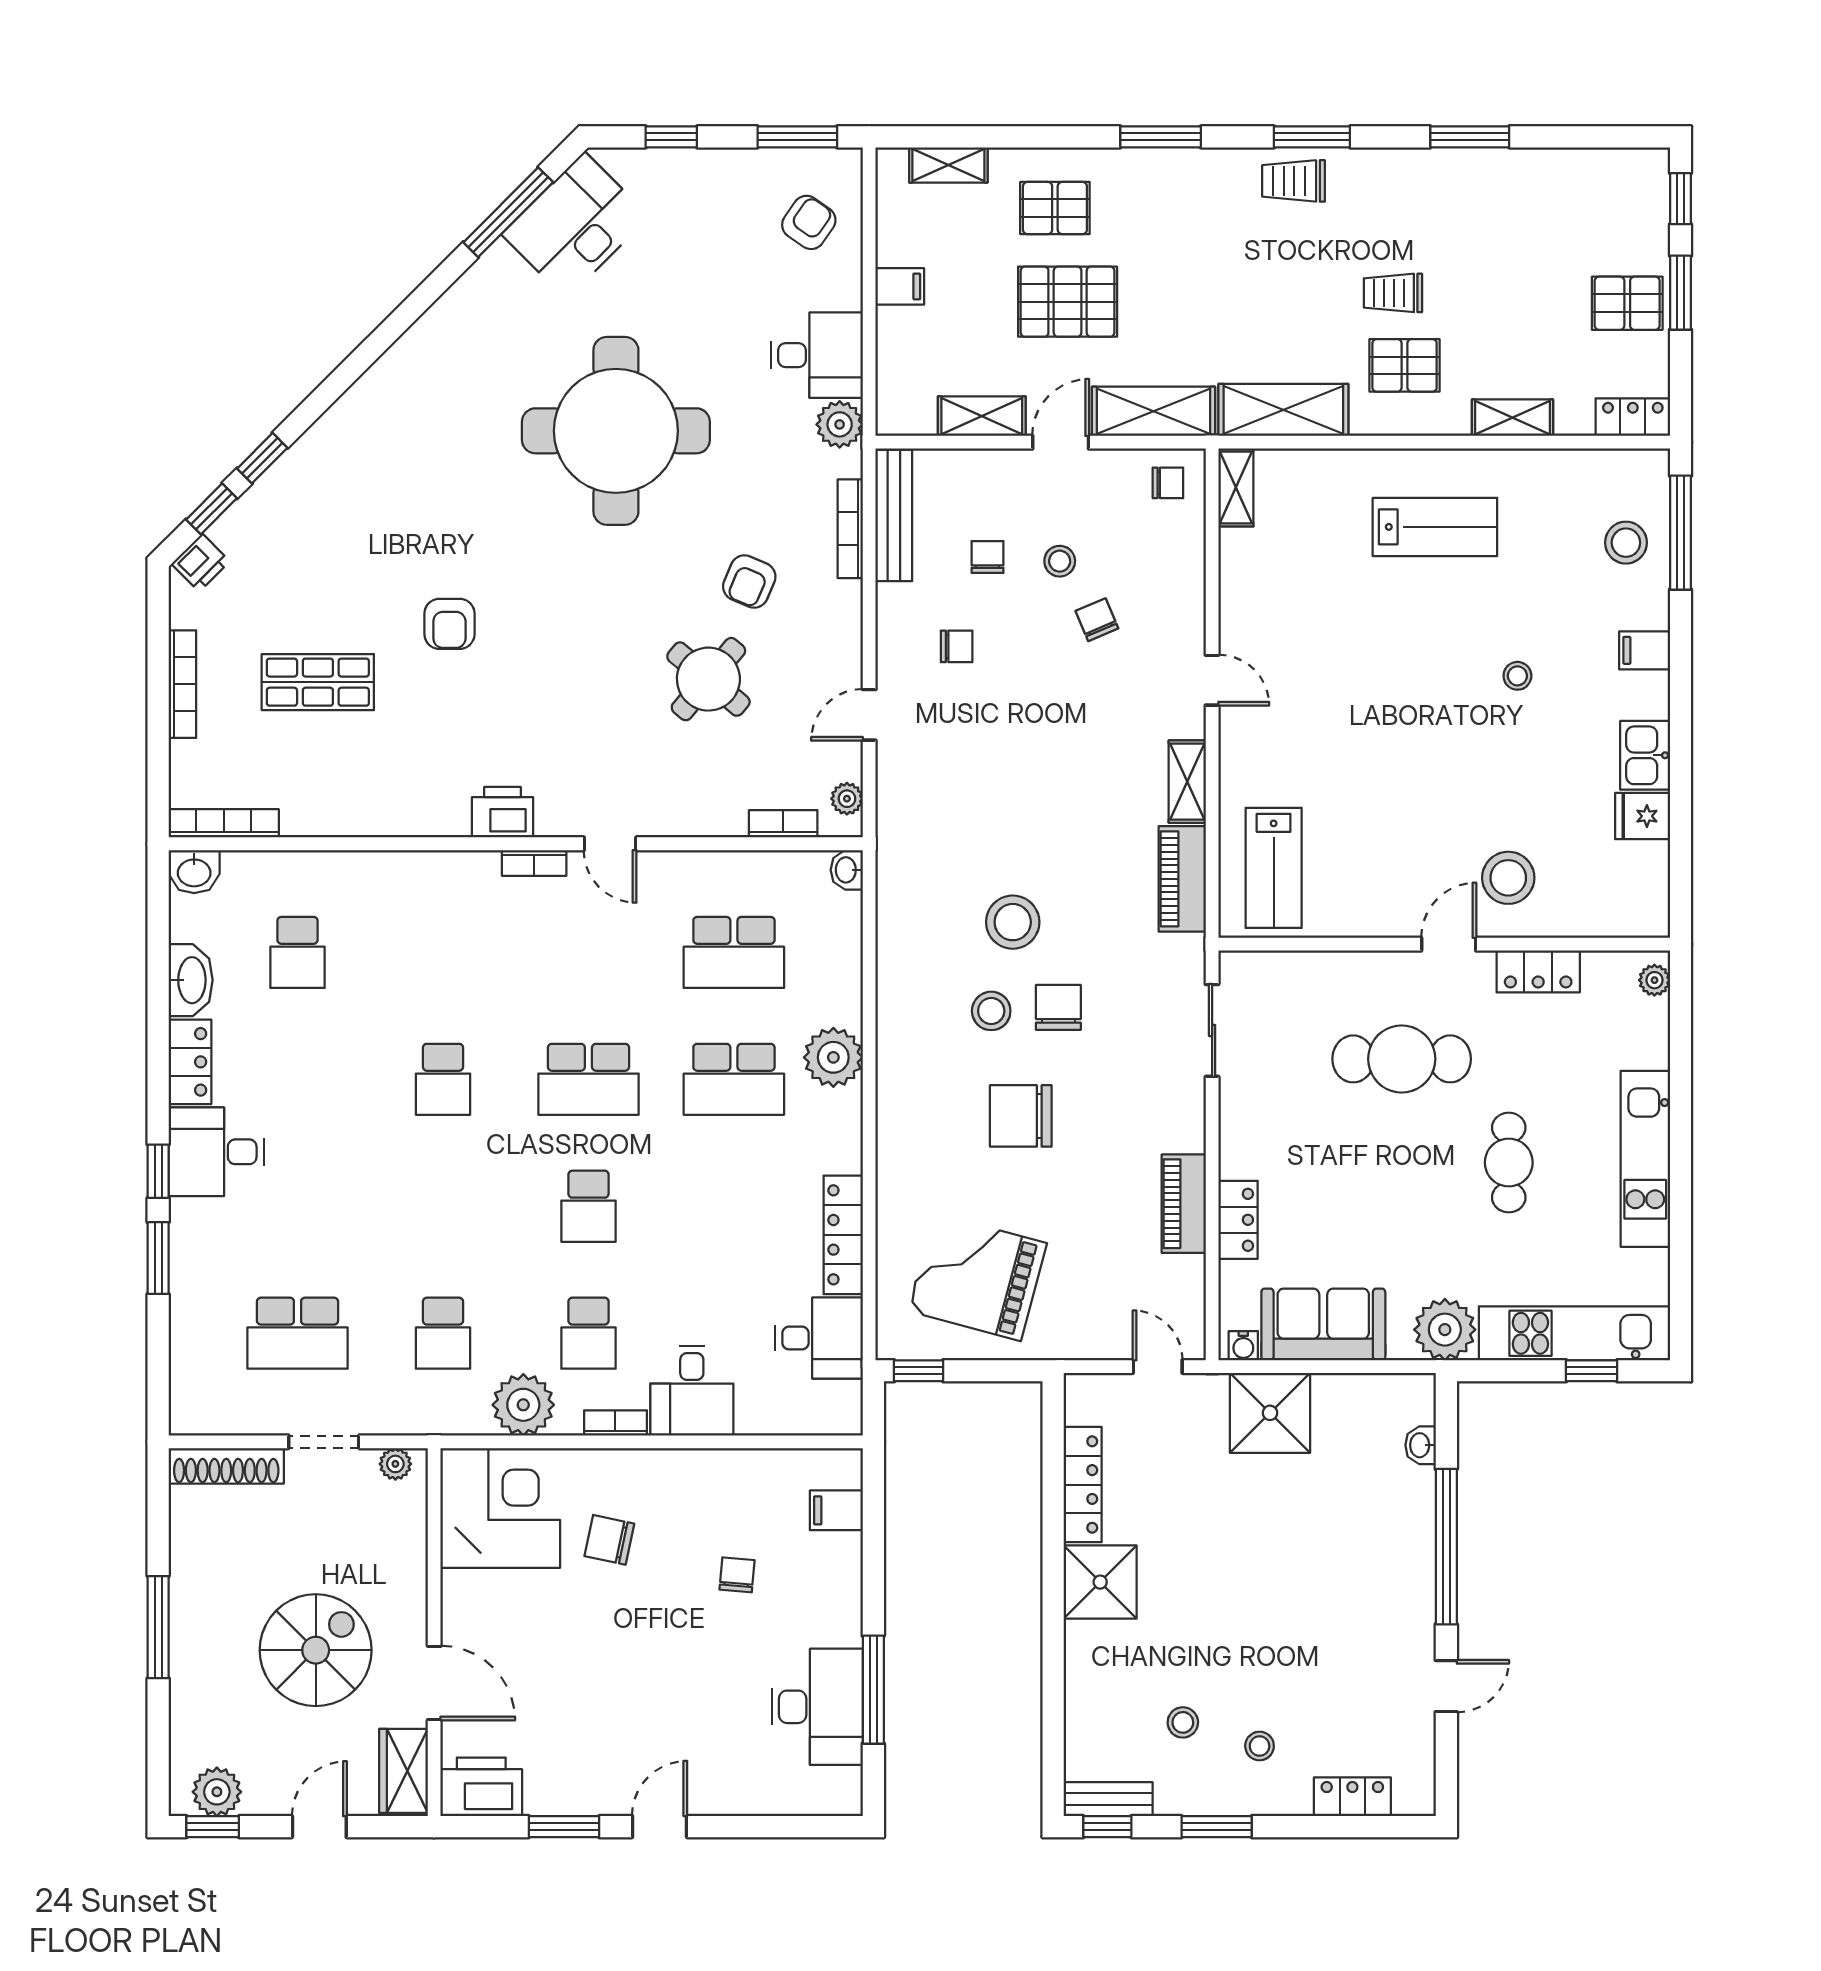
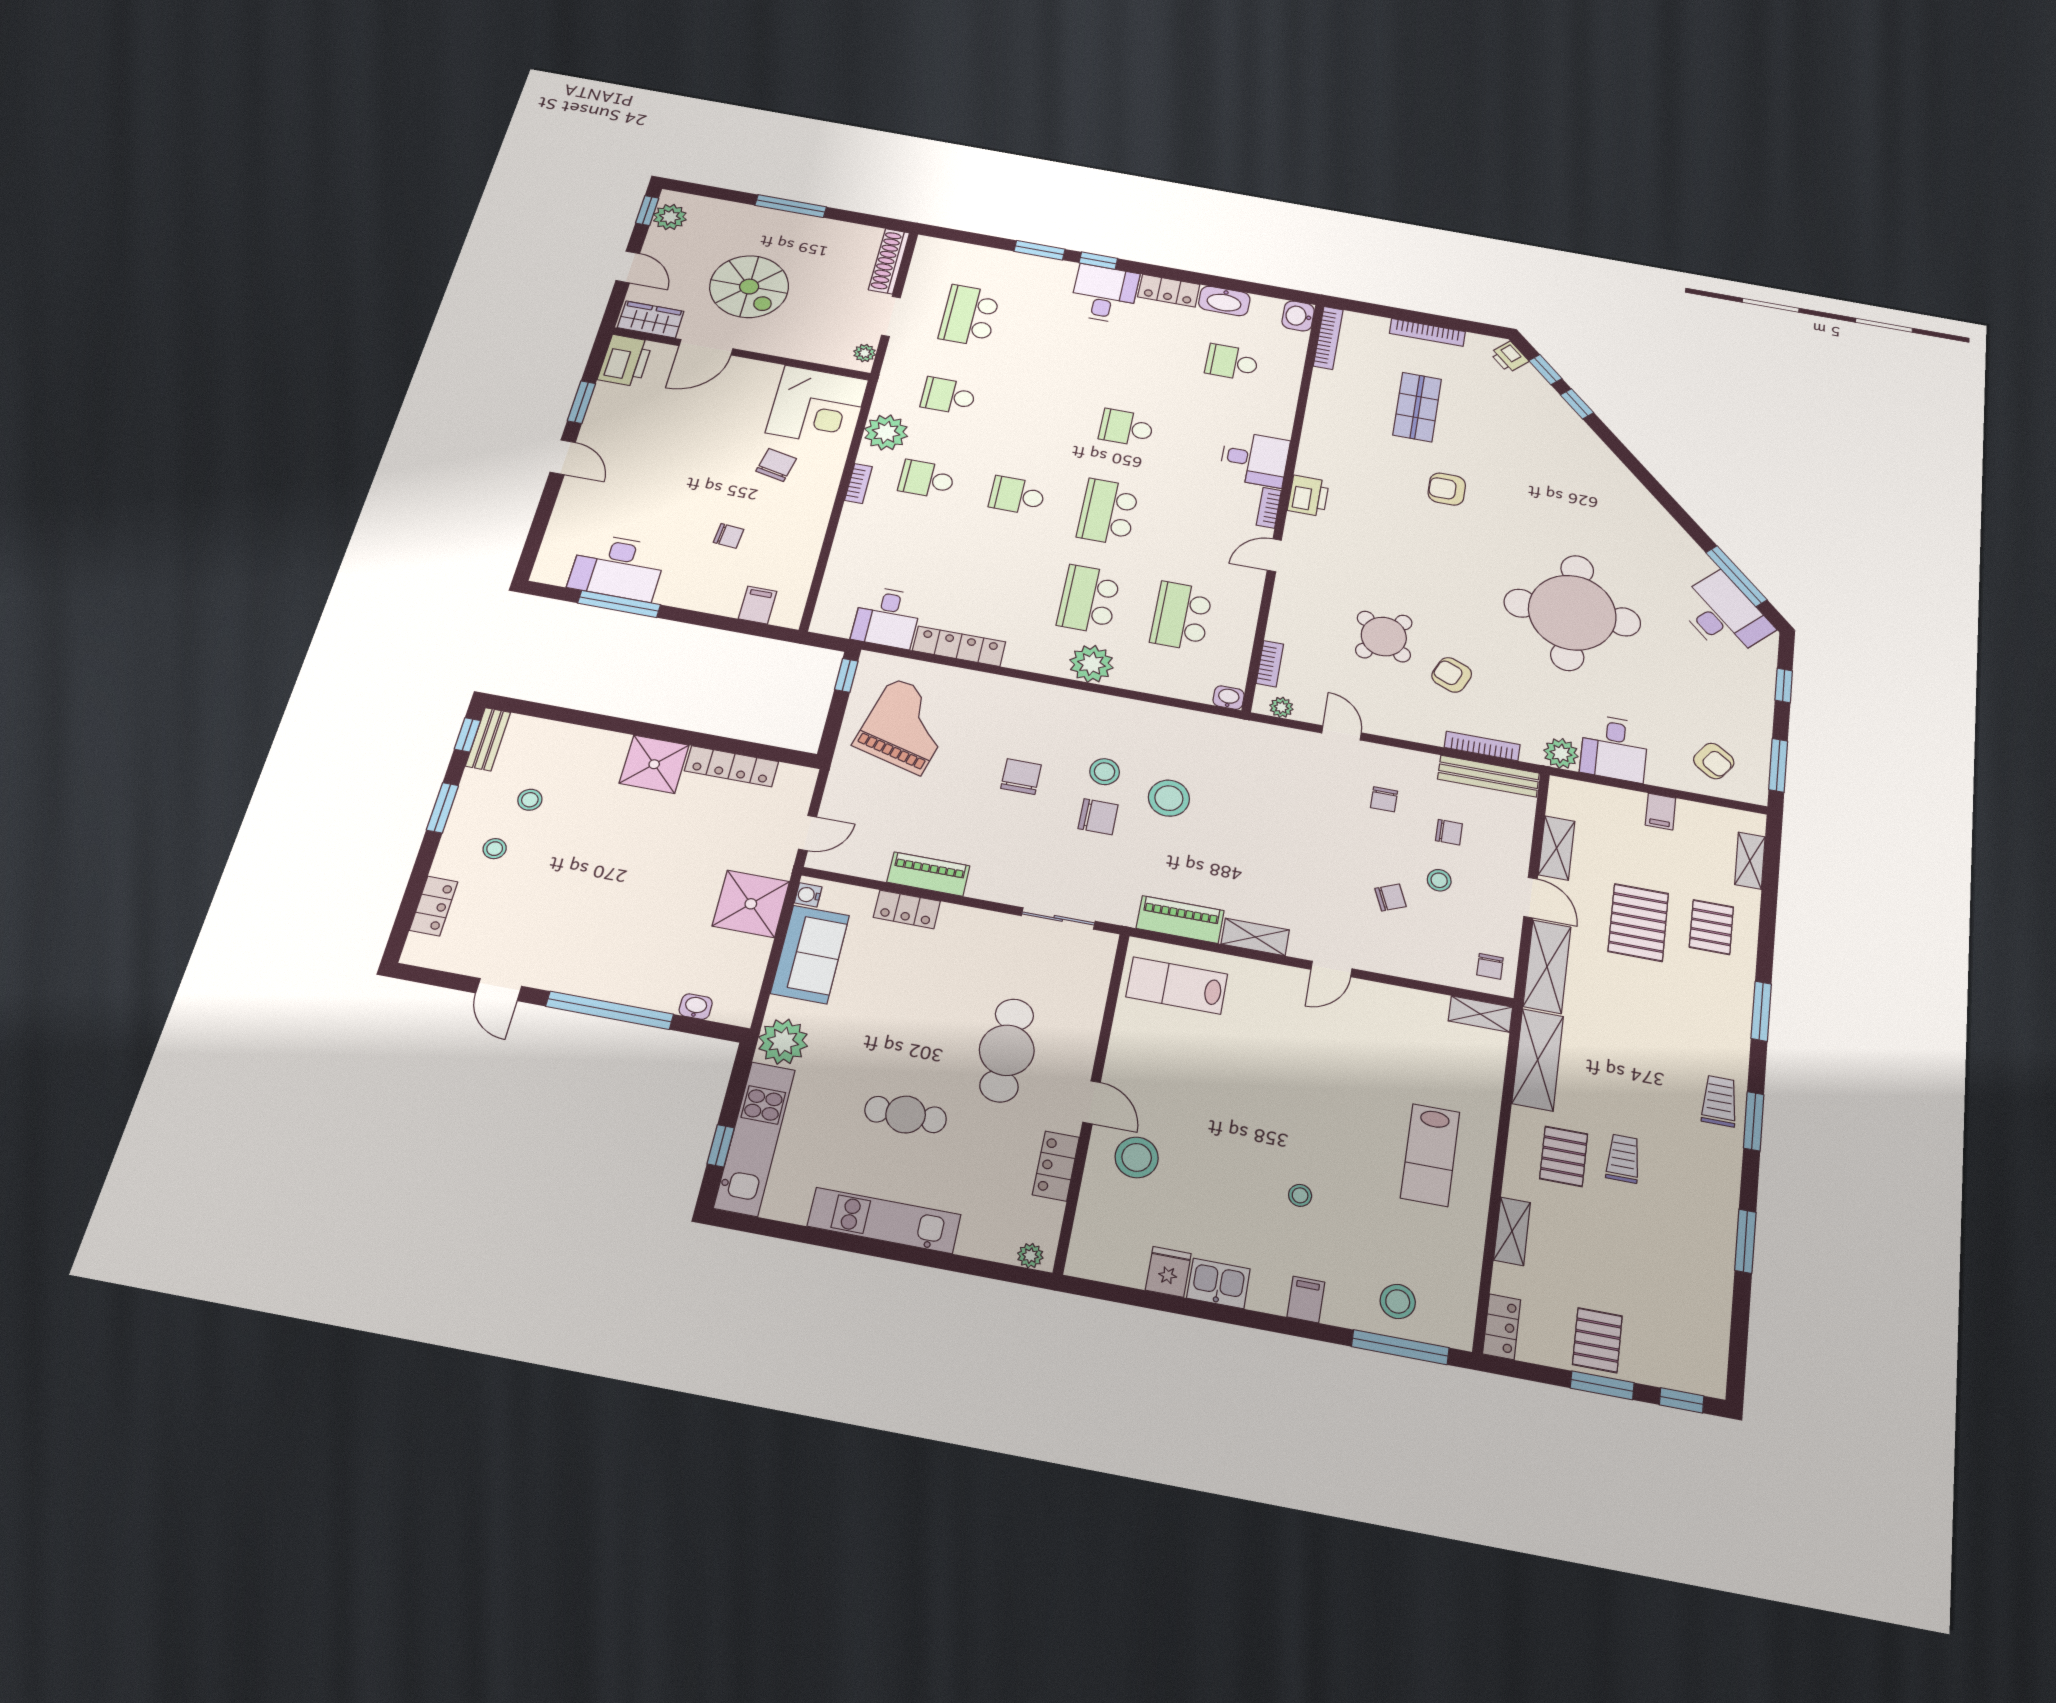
chair: (1021, 1116) -> (1021, 777), width x0.73, depth x0.73
desk: (692, 1391) -> (1255, 459), moved, turned 180

